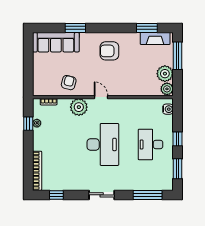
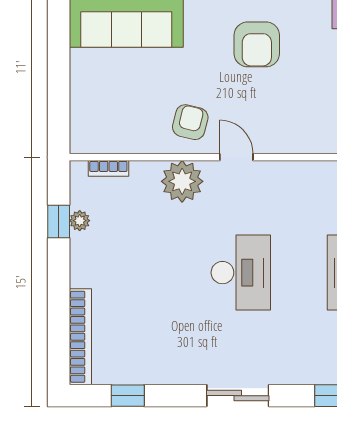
armchair: (109, 51) -> (257, 44), turned -90
armchair: (69, 83) -> (190, 122), moved
desk: (103, 144) -> (241, 273), width x0.73, depth x0.77

